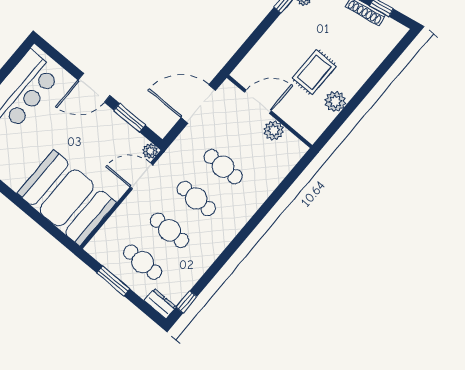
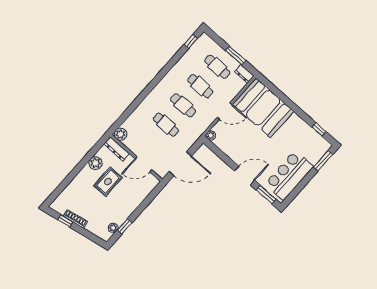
window: (130, 118) -> (266, 195), moved
dresser: (302, 125) -> (117, 149), added
plant: (274, 130) -> (121, 134), moved
door: (141, 176) -> (225, 111), moved
dresser: (160, 304) -> (244, 74), moved

